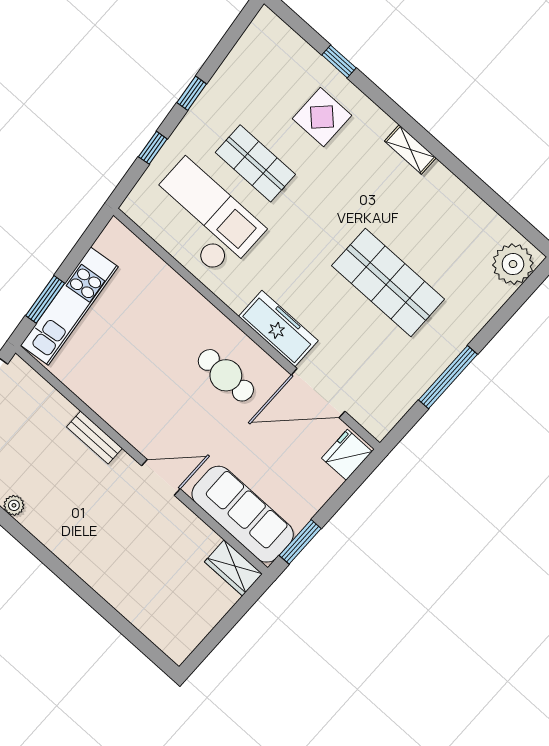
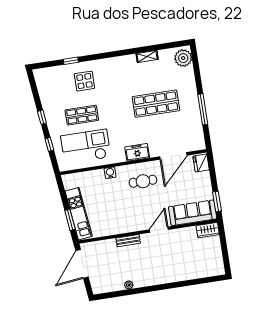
shelving: (410, 149) -> (147, 56), moved
water cooler: (192, 302) -> (110, 173), added
freezer: (278, 329) -> (137, 152), width x0.71

